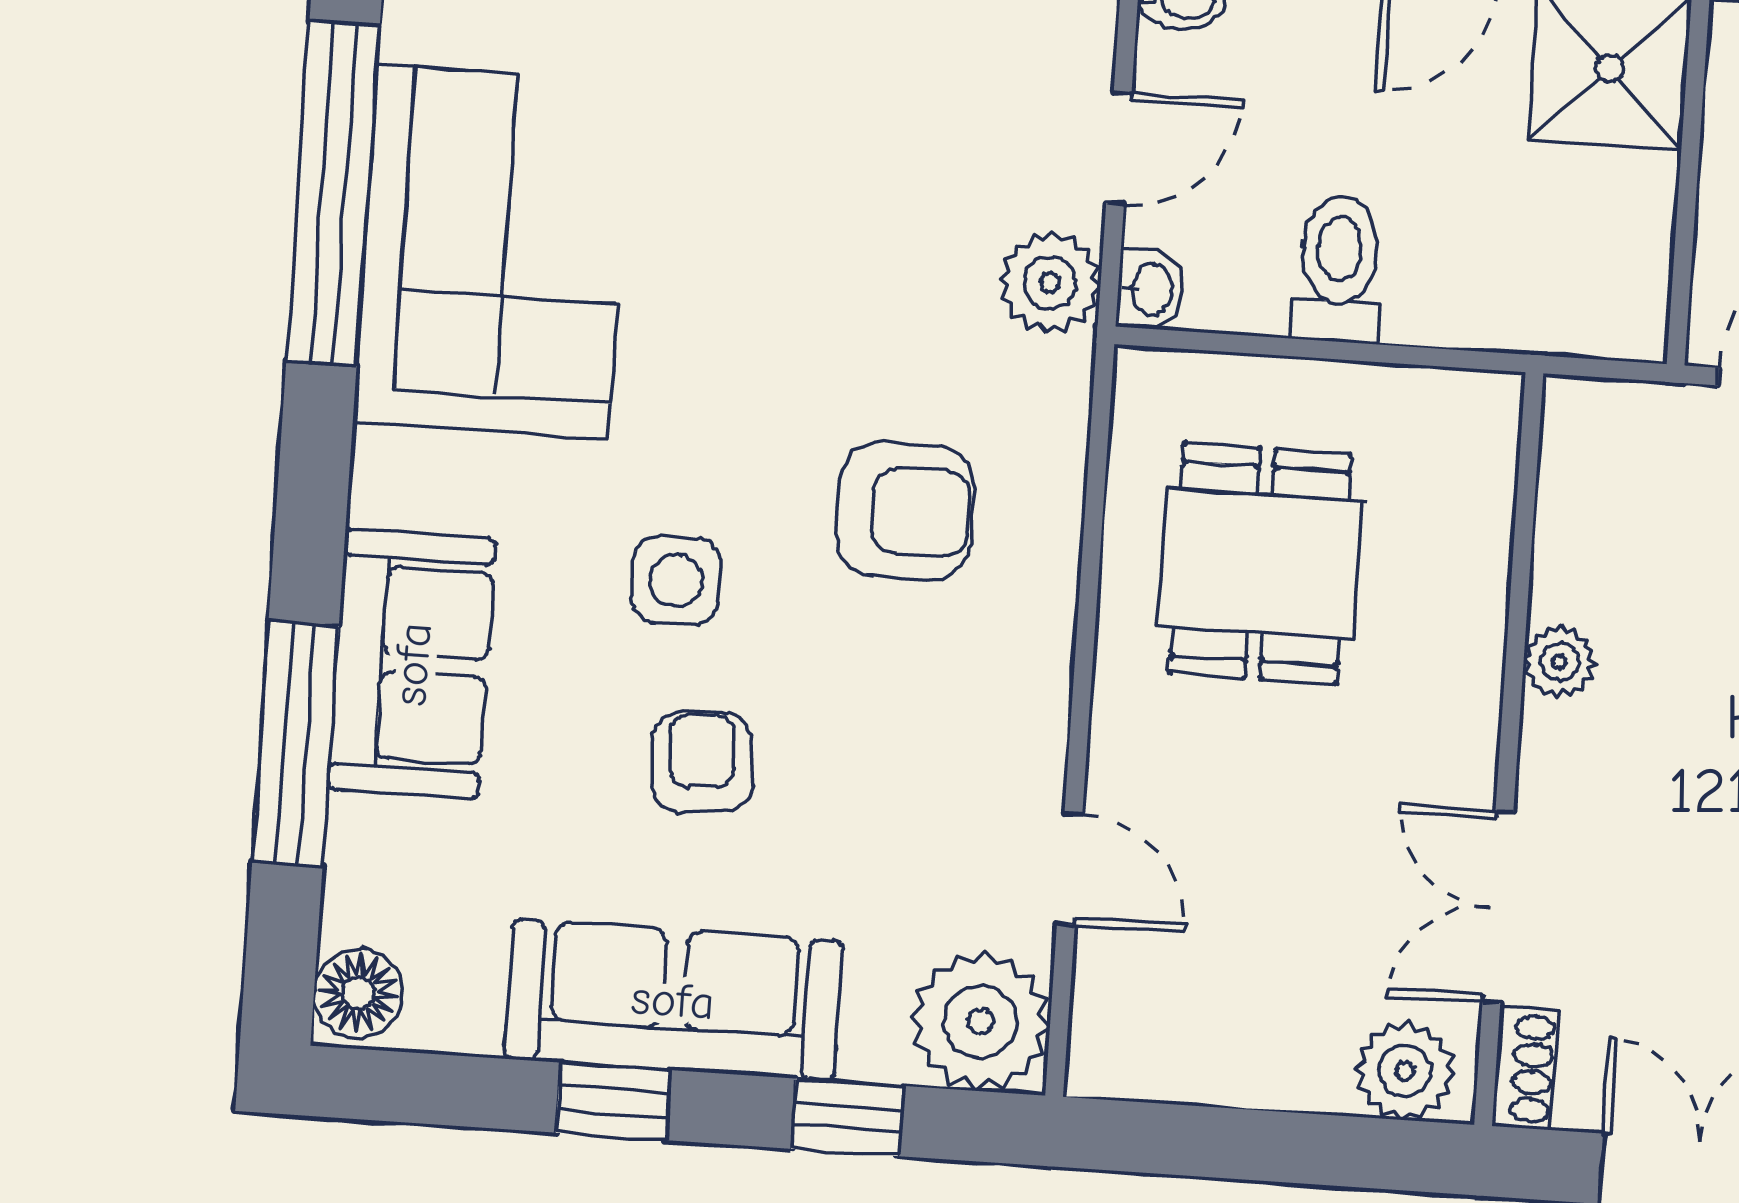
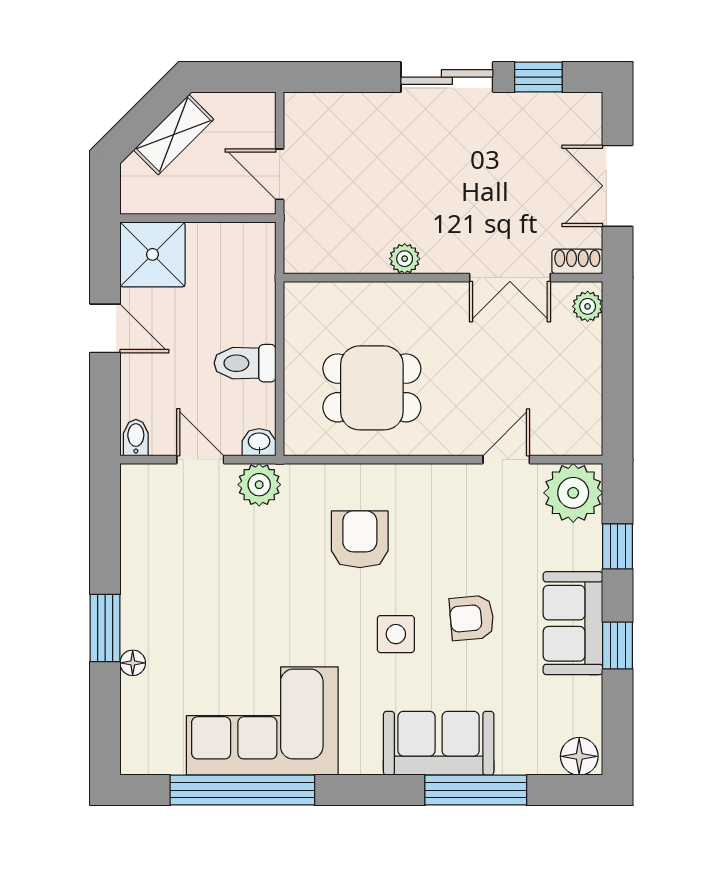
sofa: (673, 1000) -> (573, 623), width x0.73
plant: (1405, 1071) -> (588, 306), width x0.73, depth x0.73

